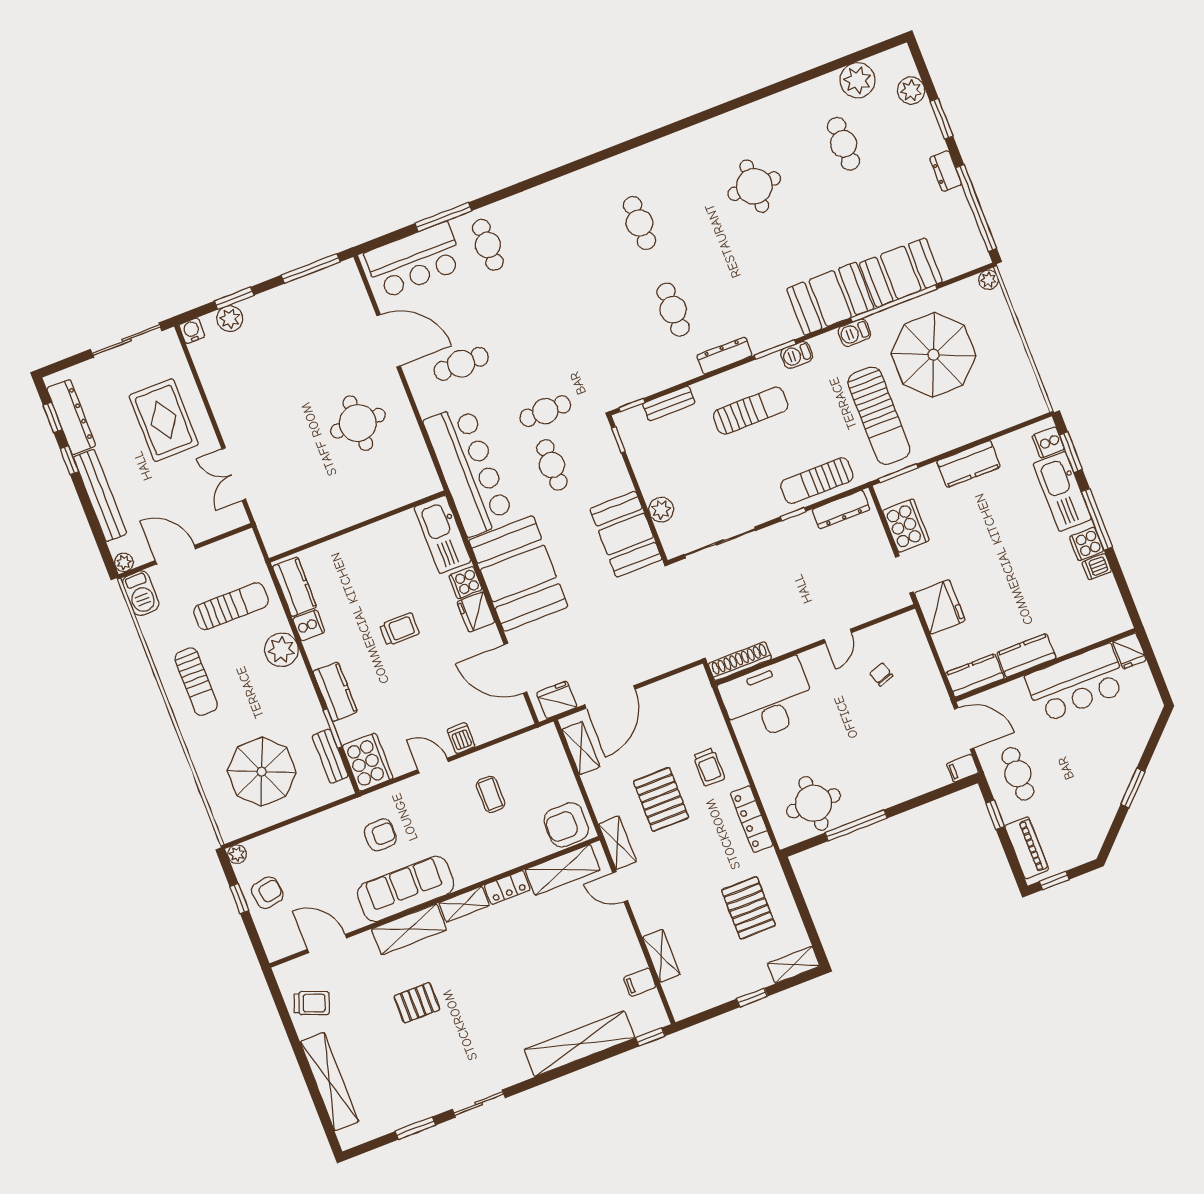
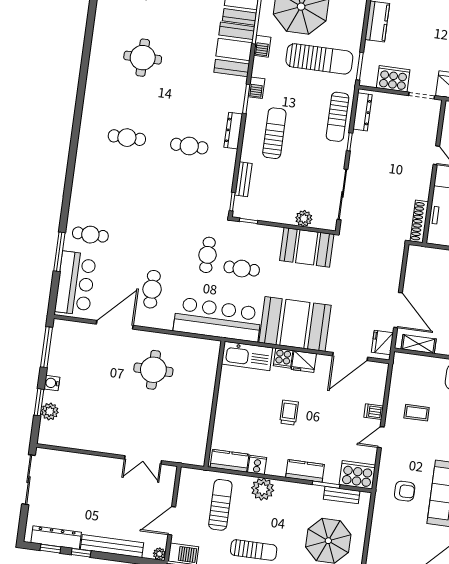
water cooler: (192, 331) -> (52, 383), moved
rug: (164, 420) -> (88, 484), removed
armchair: (380, 835) -> (405, 491), turned 90

